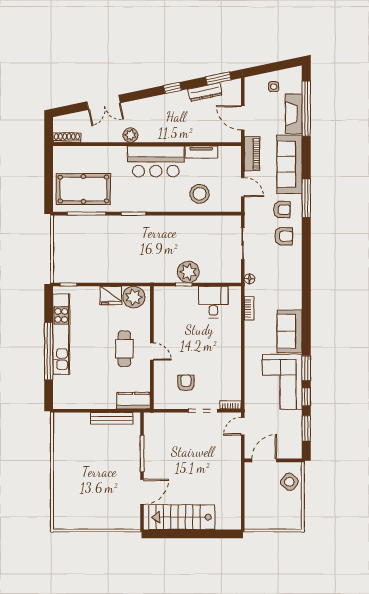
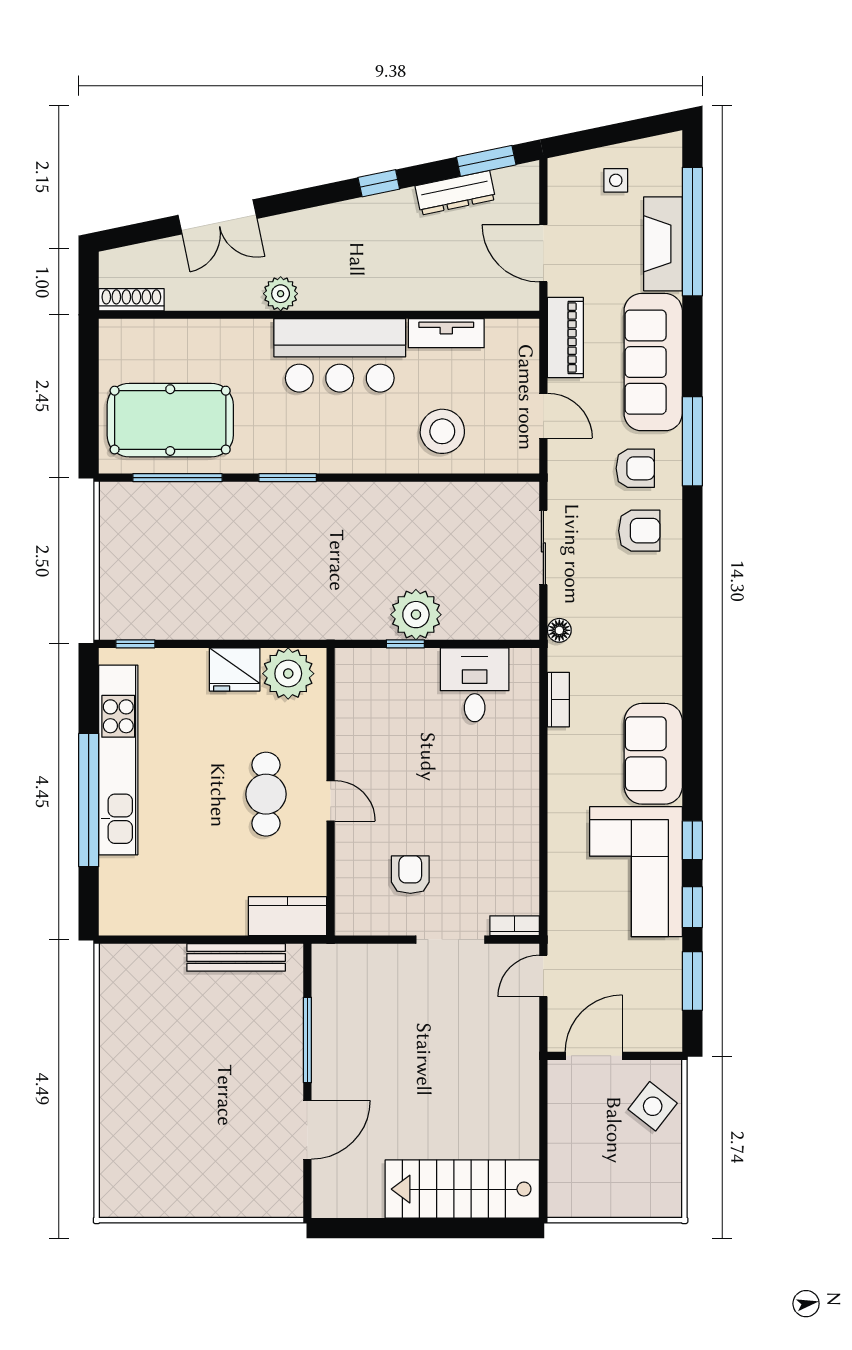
window: (306, 368) -> (692, 840), width x0.67
stairs: (182, 517) -> (462, 1189), moved

